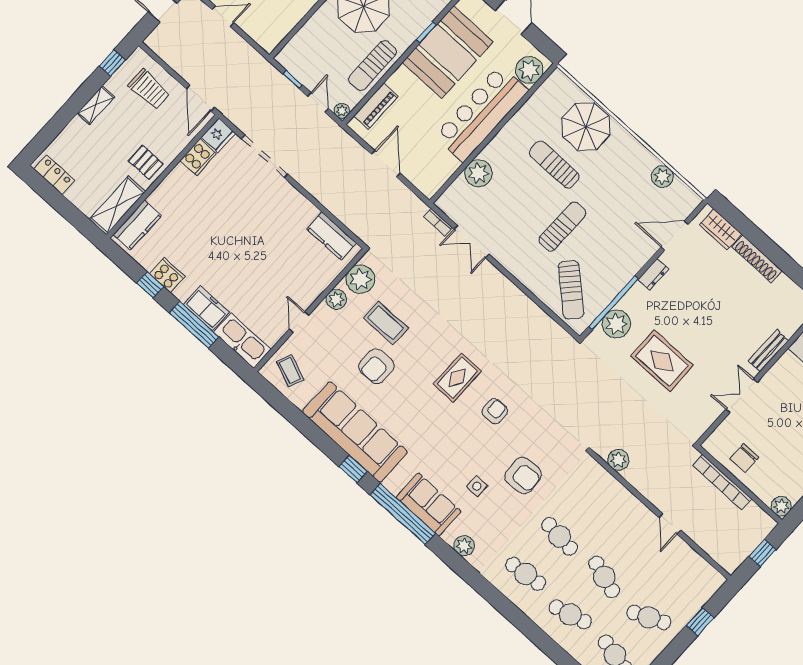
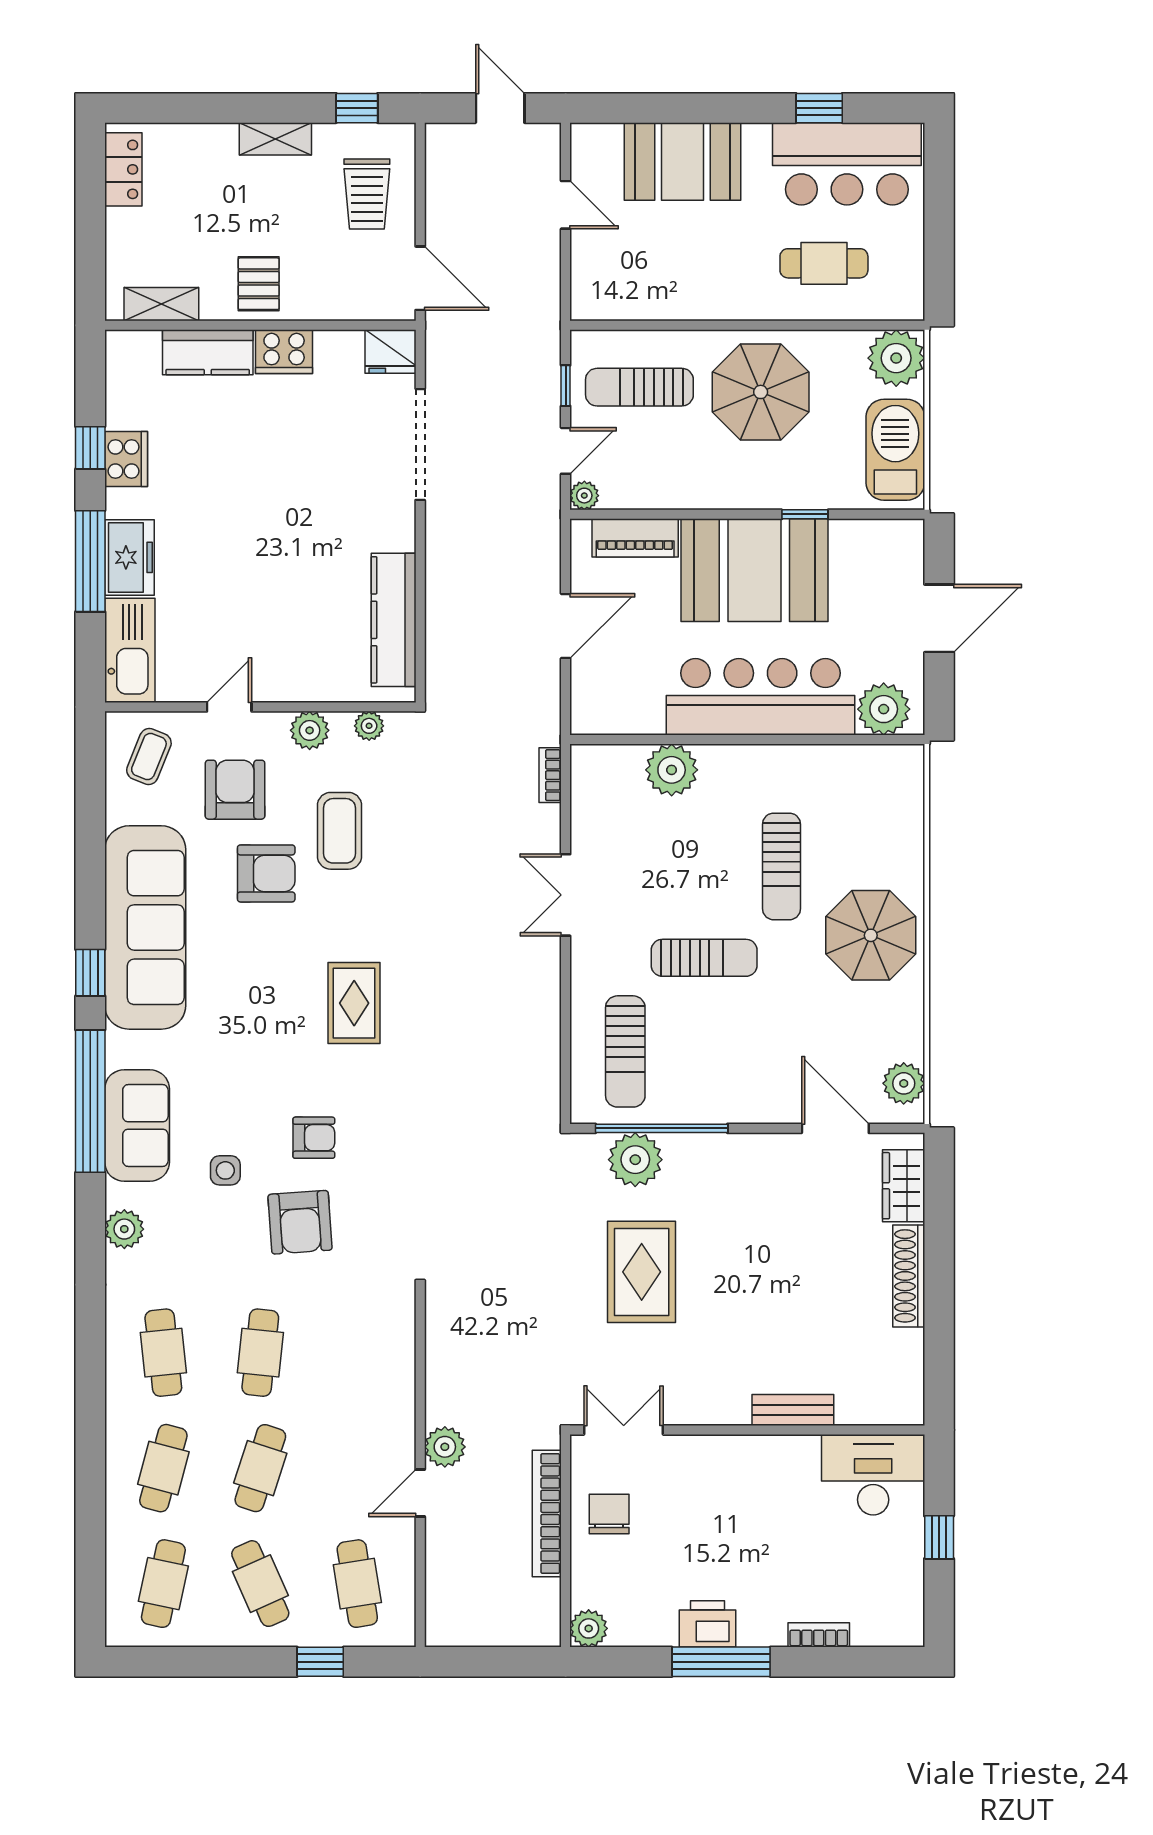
booth: (448, 52) -> (754, 570), moved
sun lounger: (373, 66) -> (639, 387), moved
door: (200, 98) -> (420, 278), swing flipped
parasol: (586, 127) -> (871, 935), moved
cooker: (198, 157) -> (284, 352), moved
sun lounger: (554, 165) -> (782, 866), turned 180
plant: (662, 176) -> (904, 1083), moved
shelving: (117, 205) -> (161, 304), width x0.67, depth x0.75
kitchen counter: (137, 225) -> (208, 352), moved
kitchen counter: (332, 236) -> (394, 620), width x1.50
double door: (471, 242) -> (566, 895), moved
dresser: (653, 274) -> (753, 1148), removed
plant: (360, 279) -> (369, 726), width x0.53, depth x0.53
sun lounger: (571, 290) -> (625, 1051), turned -42
armchair: (333, 349) -> (235, 790), added
armchair: (376, 366) -> (266, 873), turned 180
rug: (457, 378) -> (354, 1003), turned 90
double door: (742, 396) -> (624, 1430), moved
armchair: (495, 411) -> (314, 1138), moved
chair: (744, 458) -> (609, 1514), turned 90
plant: (618, 460) -> (445, 1447), moved
window: (762, 553) -> (498, 1662), removed
cafe table: (683, 580) -> (357, 1584), added
cafe table: (570, 614) -> (163, 1468), turned 30

